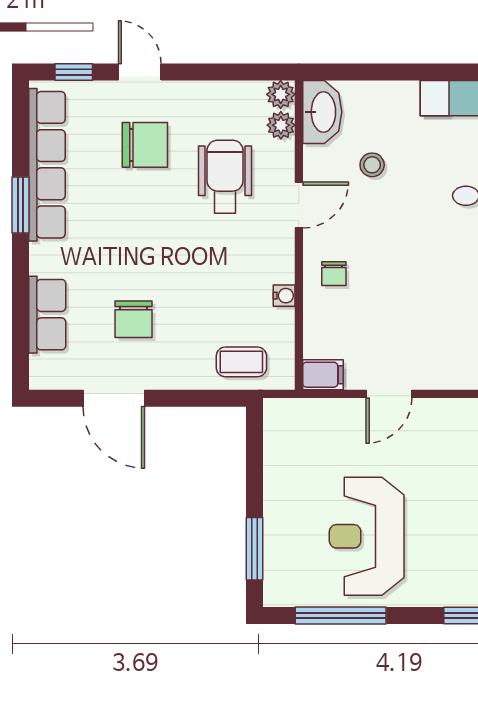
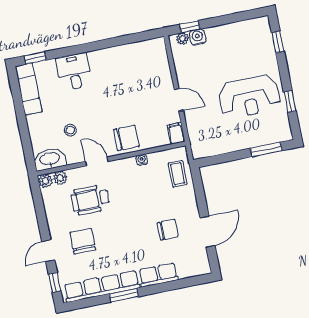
chair: (334, 274) -> (126, 138), width x1.87, depth x1.87
row of seats: (47, 315) -> (158, 275), moved
window: (341, 615) -> (290, 102), width x0.46

